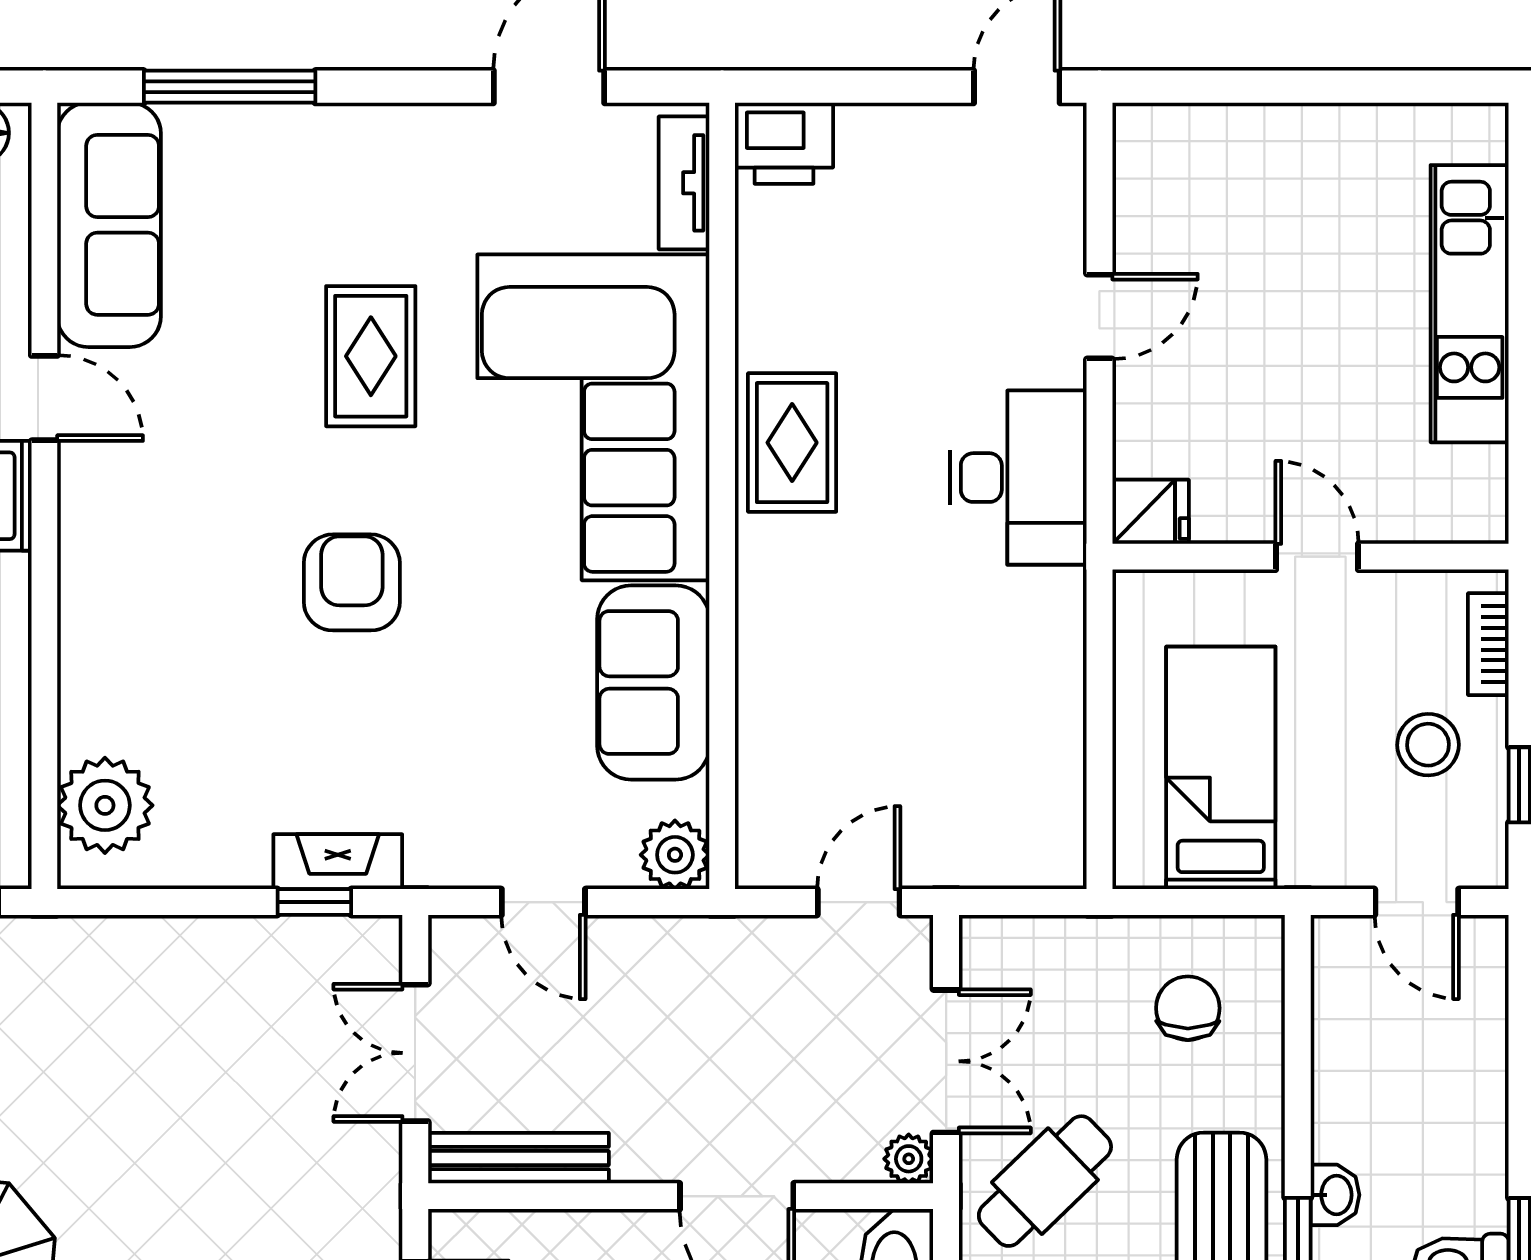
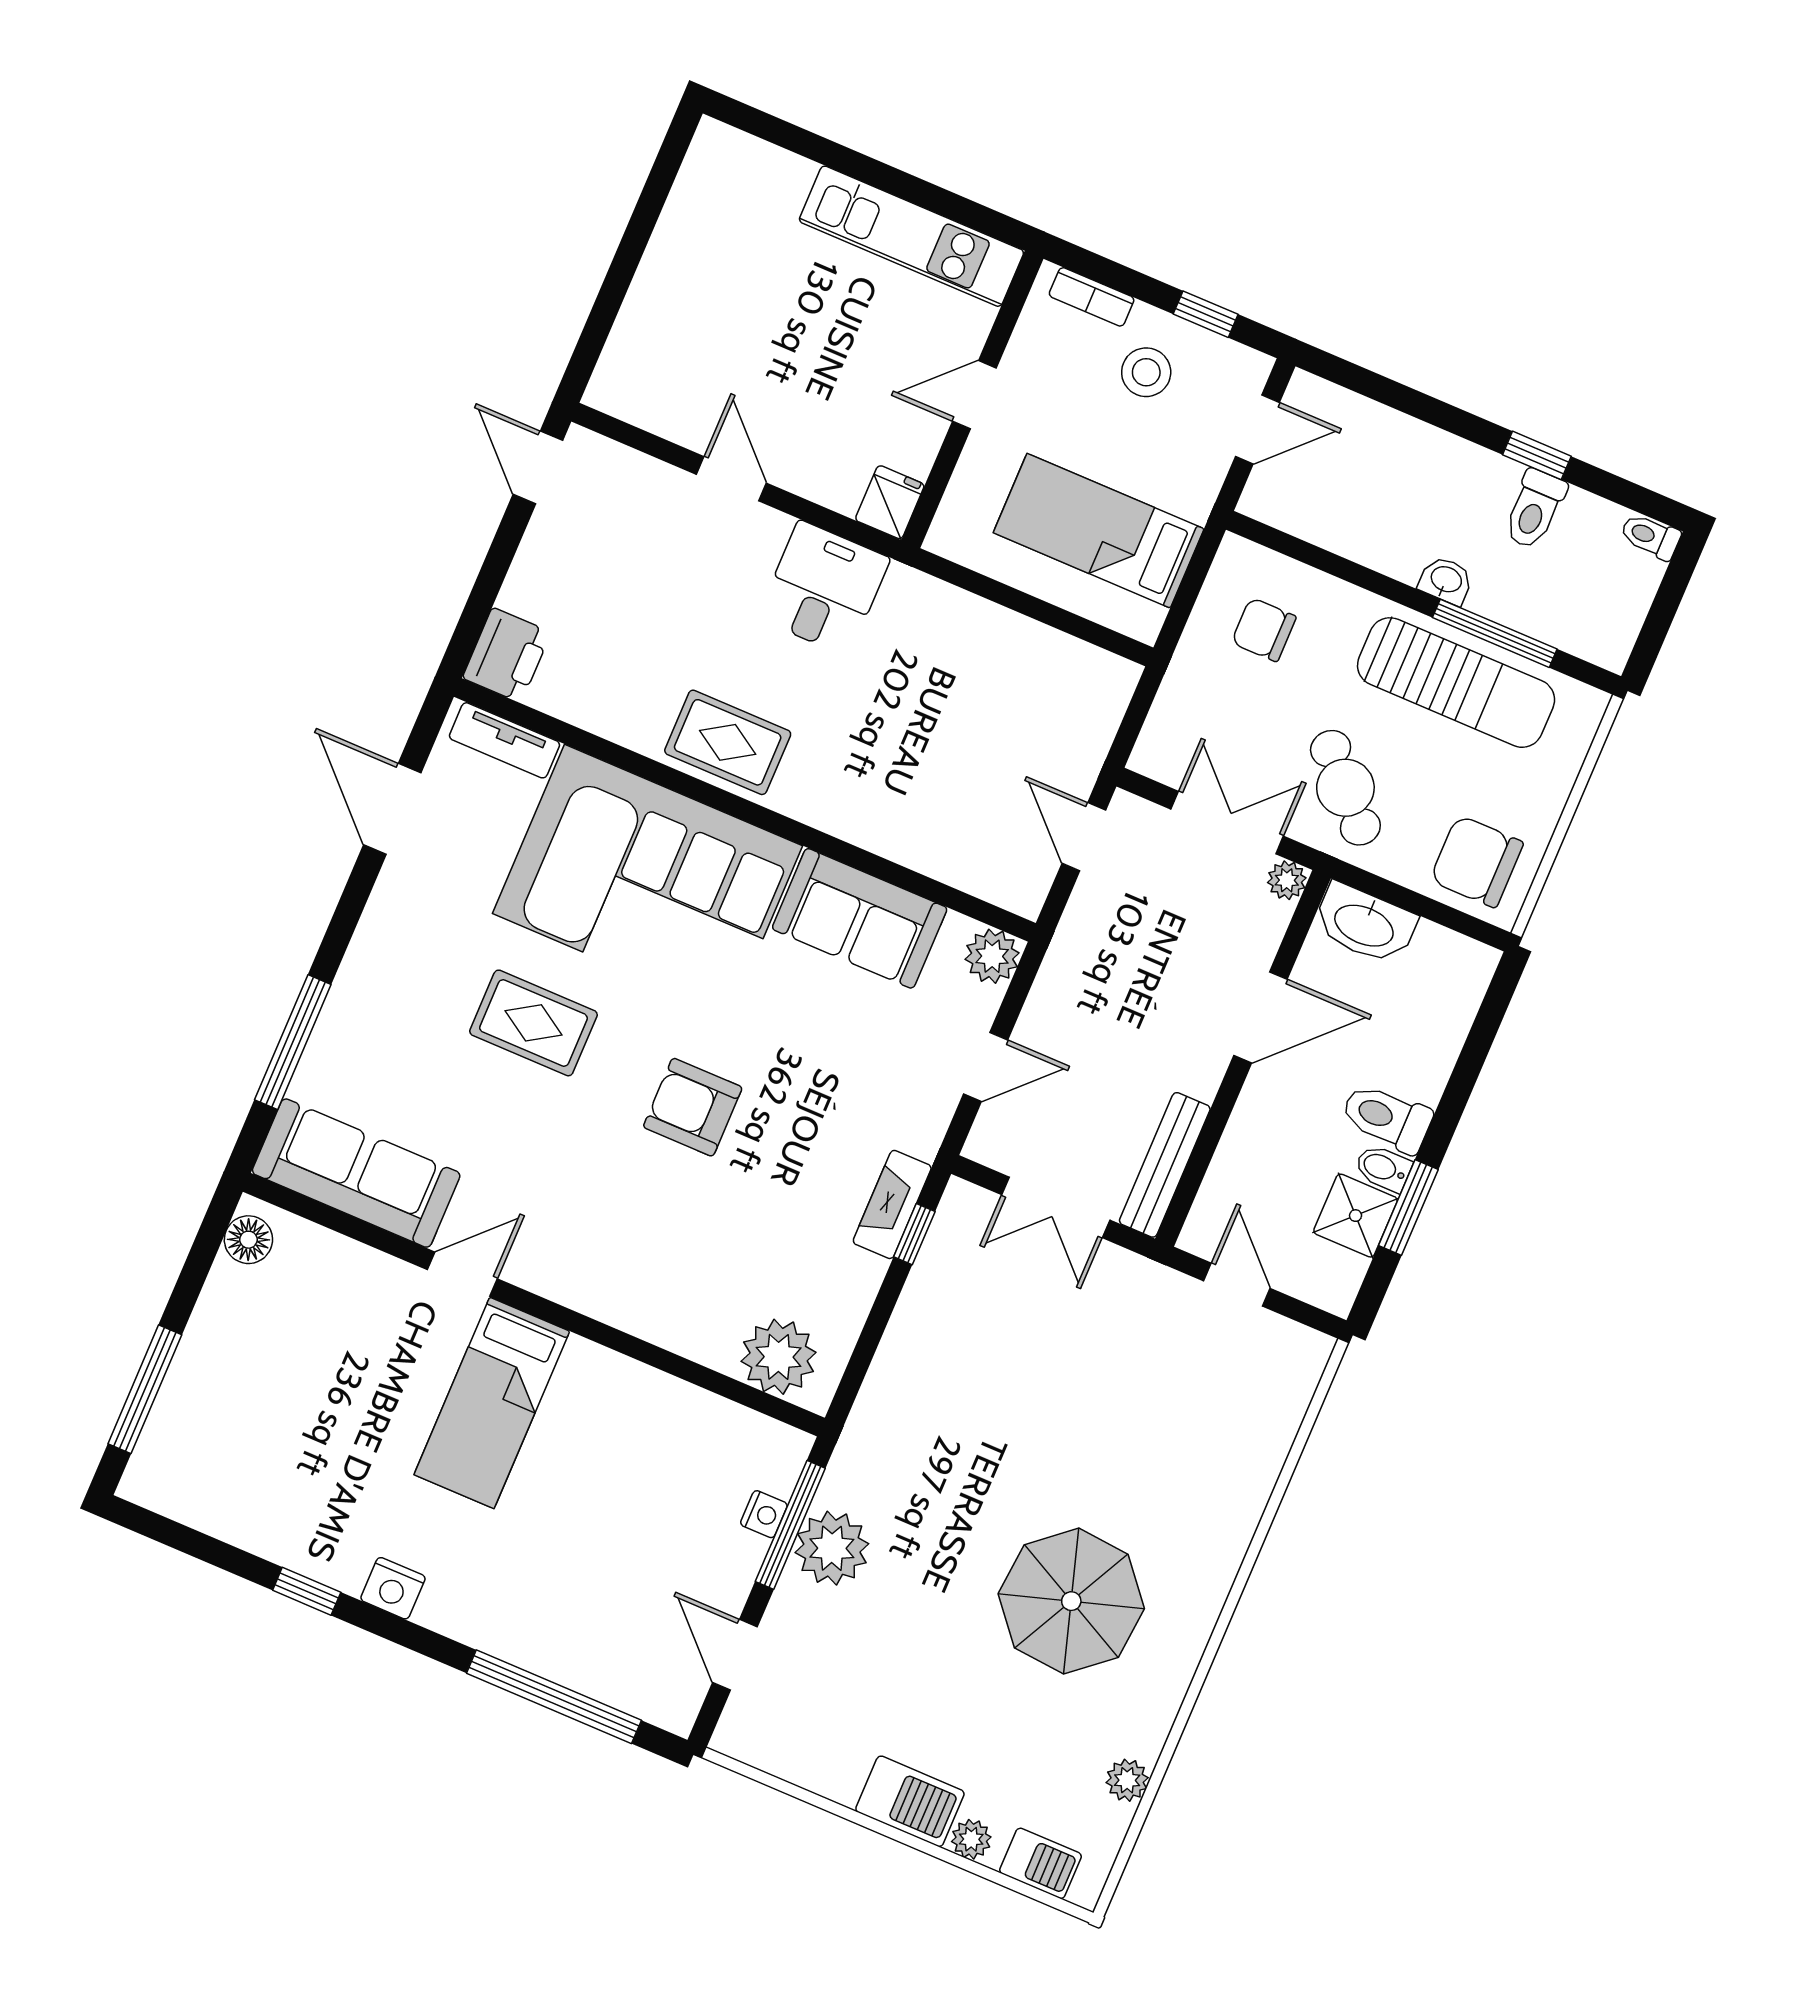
kitchen unit: (1470, 304) -> (911, 236), moved
desk: (1018, 478) -> (824, 588), width x0.73

